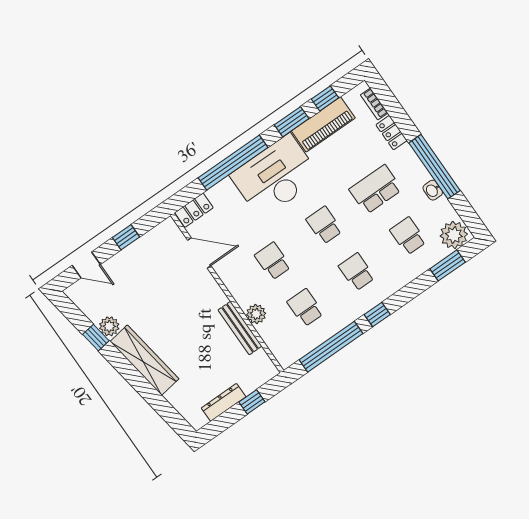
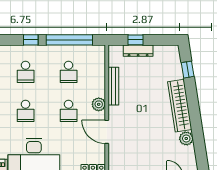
door: (199, 253) -> (107, 132), moved
plant: (256, 314) -> (99, 104), moved
window: (96, 338) -> (188, 70), moved
dresser: (224, 402) -> (138, 51), moved

